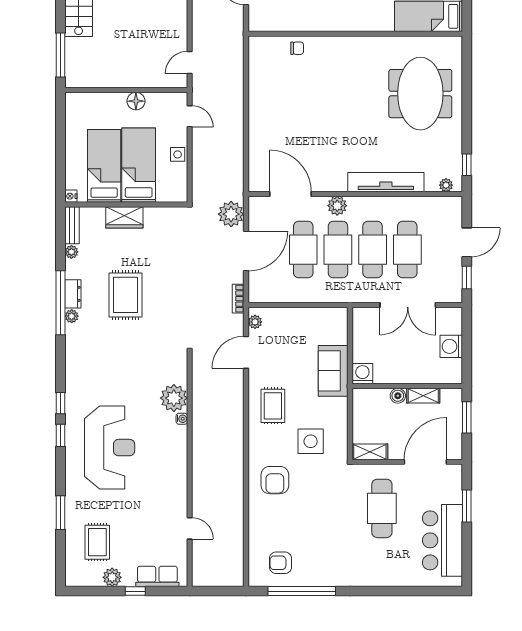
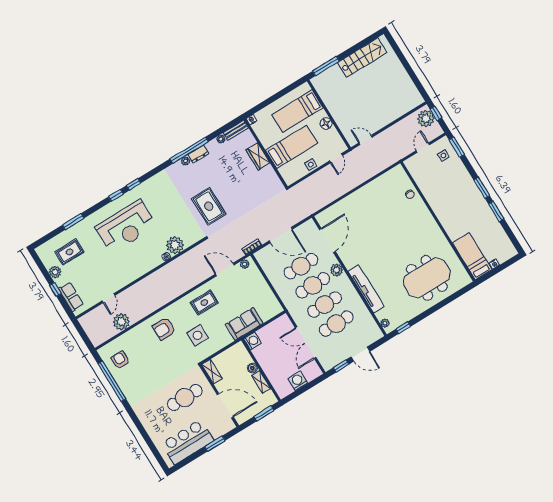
bed: (104, 166) -> (297, 111), moved, turned 180
plant: (231, 214) -> (121, 322), moved
rug: (126, 295) -> (209, 206), moved, turned 90

